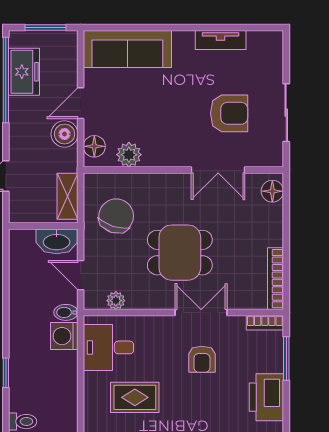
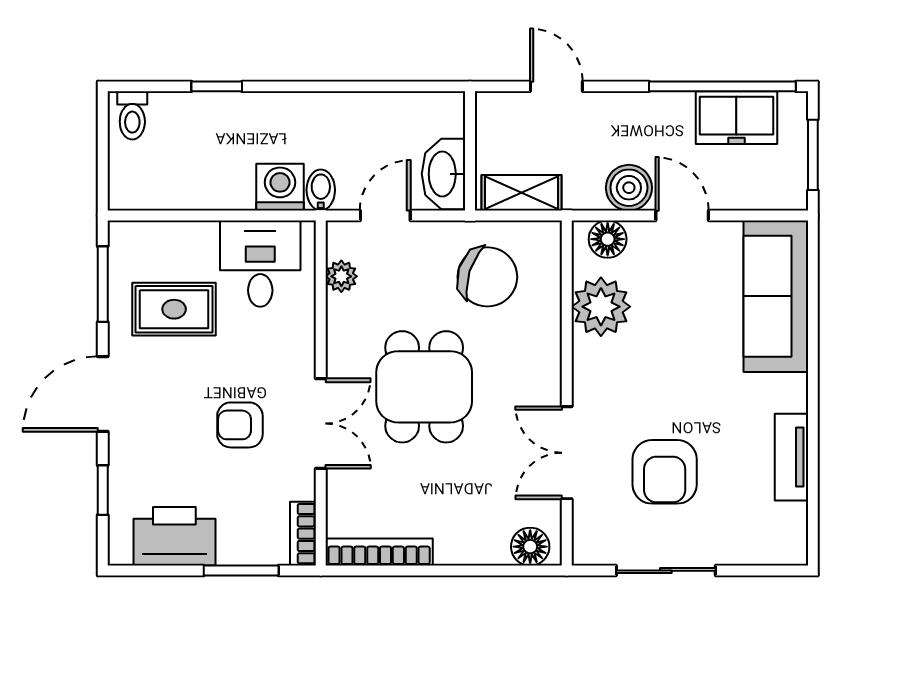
plant: (129, 155) -> (601, 307), width x1.36, depth x1.36
rug: (135, 397) -> (174, 309), turned 90

